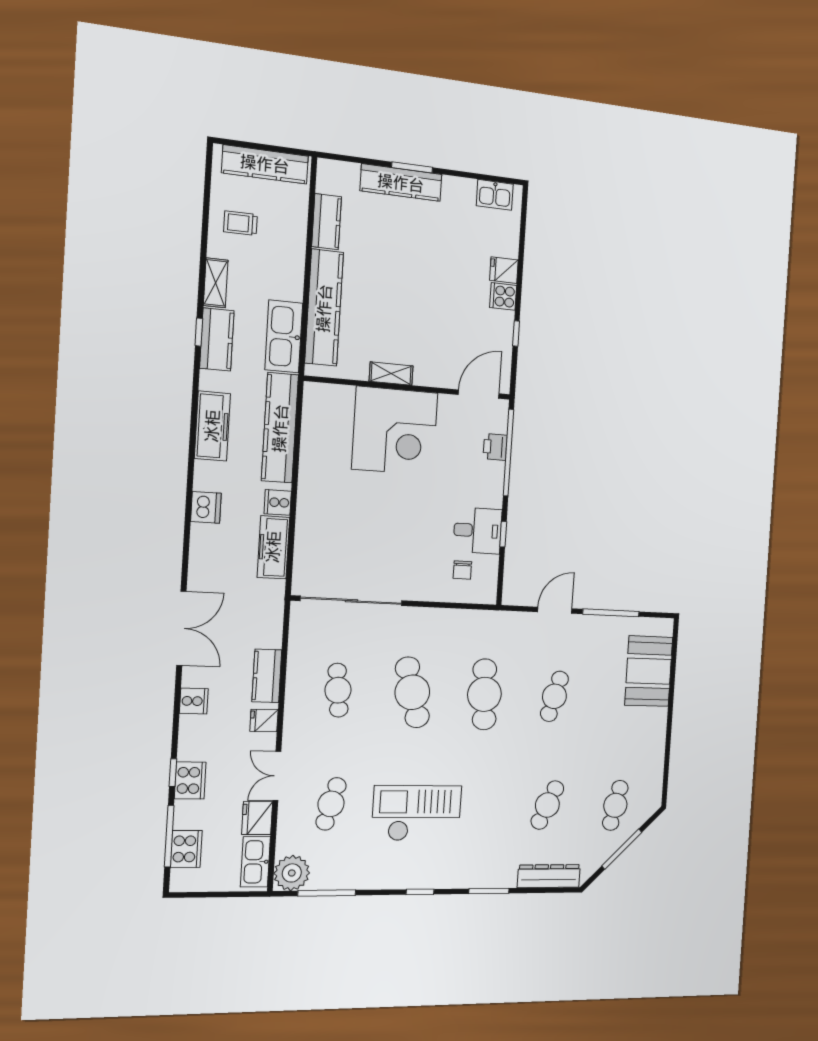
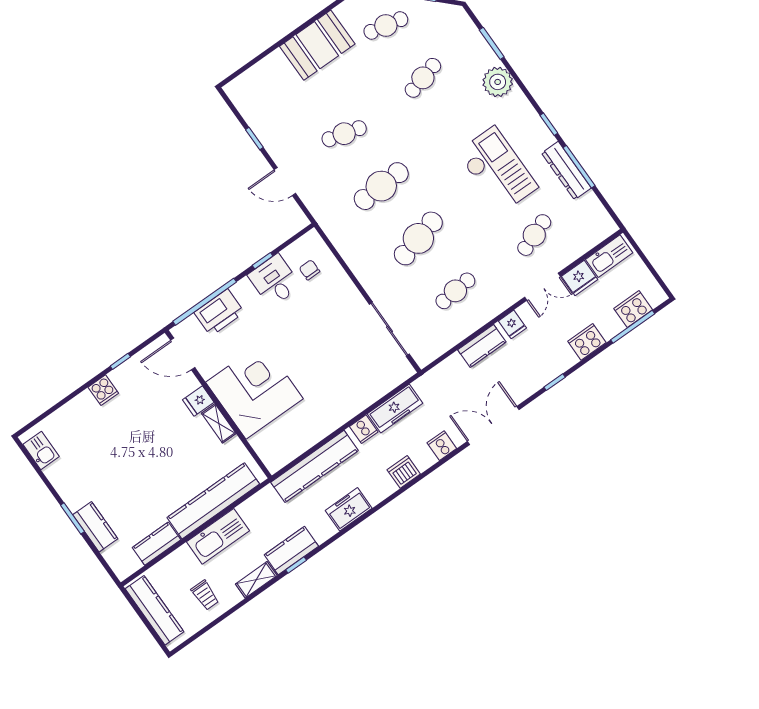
kitchen counter: (401, 183) -> (95, 527), width x0.67
fridge: (504, 270) -> (198, 401), moved, turned 90
kitchen sink: (284, 336) -> (218, 536), moved
freezer: (212, 426) -> (349, 509), width x0.71
printer: (495, 447) -> (219, 312), width x1.87, depth x1.48
chair: (462, 570) -> (309, 270), turned -90
sliding door: (352, 601) -> (389, 329), width x0.73
window: (611, 613) -> (254, 139), width x0.46
booth: (649, 671) -> (317, 45), moved
cooker: (194, 701) -> (442, 446), moved
window: (173, 773) -> (555, 382), moved
cafe table: (331, 804) -> (534, 235), turned -36
cafe table: (547, 805) -> (423, 78), turned -39
checkout: (417, 813) -> (497, 170), turned 180
plant: (292, 873) -> (498, 82), moved
dresser: (549, 876) -> (566, 171), moved
window: (489, 891) -> (492, 43), moved
window: (327, 893) -> (579, 167), moved

